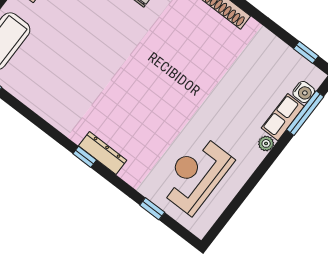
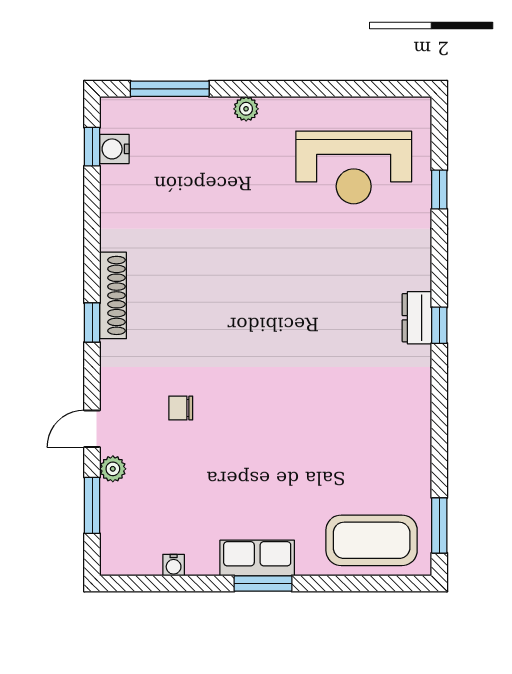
water cooler: (304, 92) -> (114, 149), moved, turned -90
row of seats: (283, 117) -> (196, 113), removed
dresser: (103, 153) -> (417, 318), width x0.70

